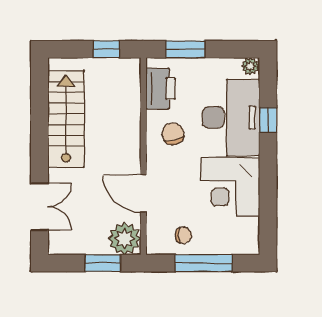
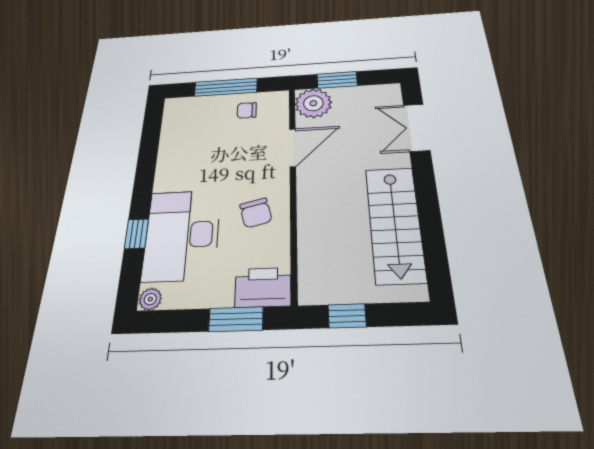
printer: (160, 89) -> (263, 287), moved, turned 90
corner desk: (230, 187) -> (190, 160), removed
door: (143, 193) -> (293, 148), hinge flipped

